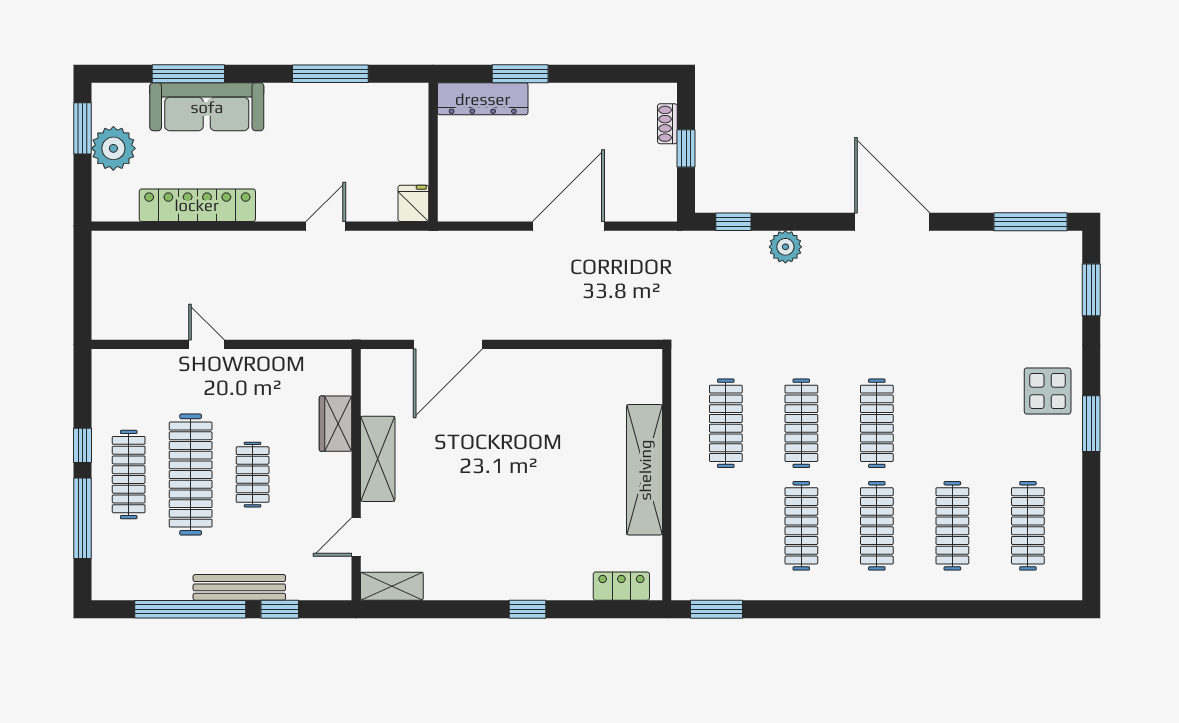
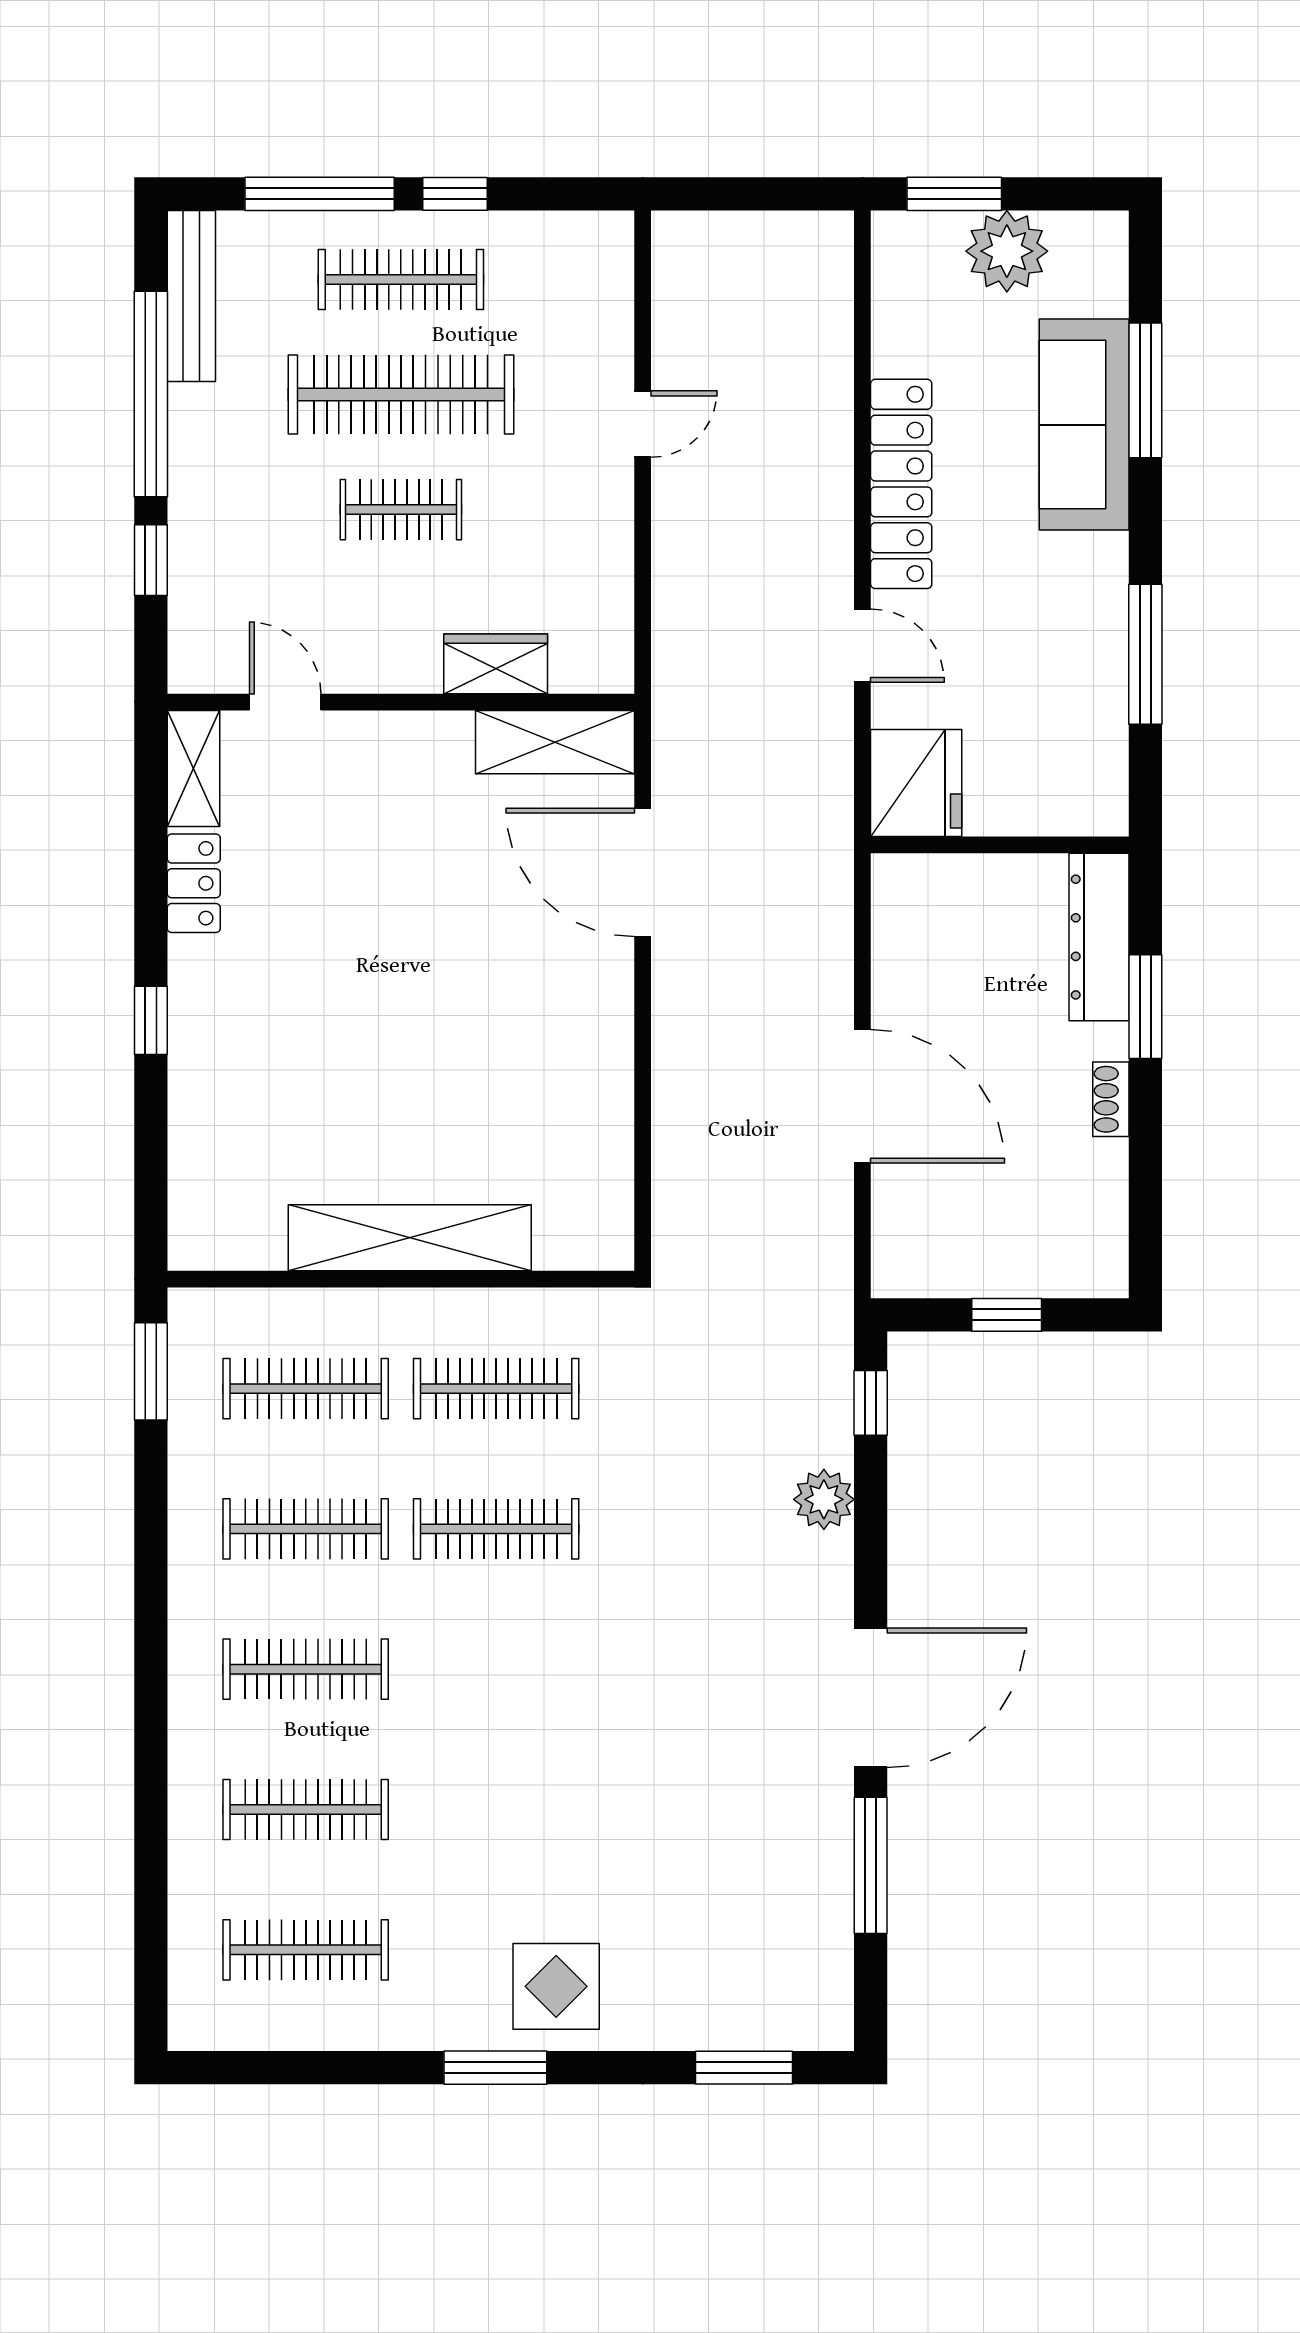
shoe rack: (667, 124) -> (1111, 1099), moved, turned -90
window: (83, 128) -> (954, 194), moved
fridge: (413, 203) -> (916, 783), width x1.88, depth x1.34
locker: (197, 205) -> (901, 484), moved
window: (1031, 222) -> (871, 1865), moved
clothes rail: (877, 423) -> (306, 1389), moved
shelving: (378, 459) -> (555, 742), moved
locker: (621, 586) -> (194, 883), moved
bench: (239, 587) -> (191, 296), moved

